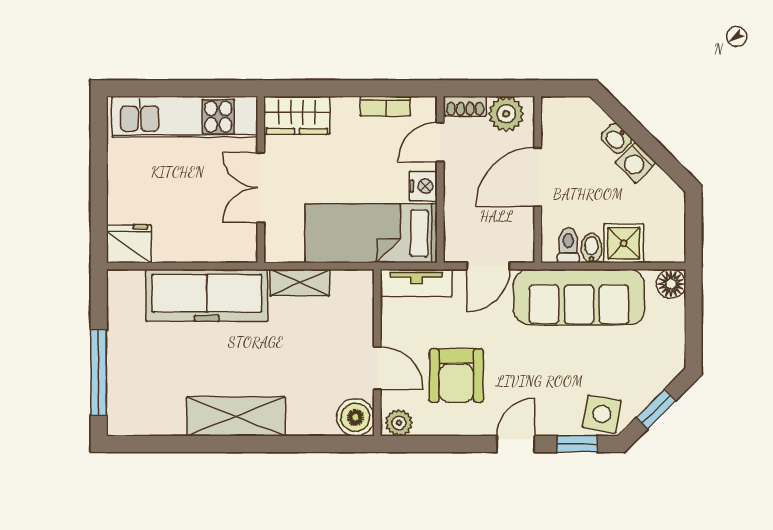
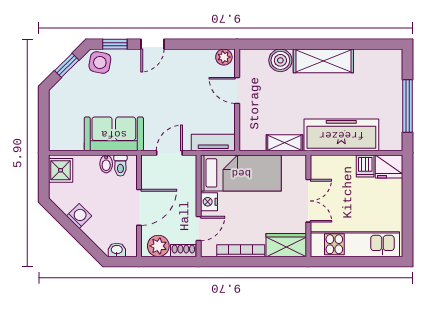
bookcase: (385, 106) -> (241, 251), width x1.56
washbasin: (616, 138) -> (117, 250), moved, turned -45
shower: (624, 243) -> (61, 170), moved
dishwasher: (168, 245) -> (365, 166), added
floor lamp: (671, 284) -> (57, 142), removed
sofa: (579, 297) -> (114, 134), width x0.73
window: (99, 372) -> (407, 106), moved
armchair: (456, 375) -> (189, 86), removed
boiler: (355, 417) -> (280, 60), moved

